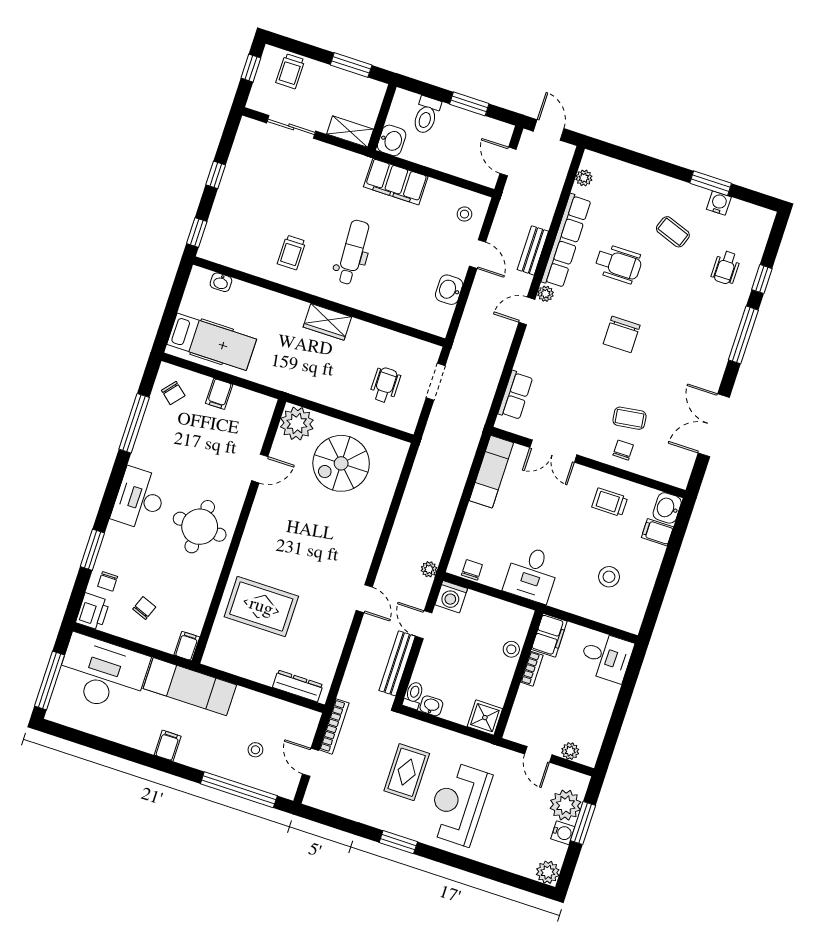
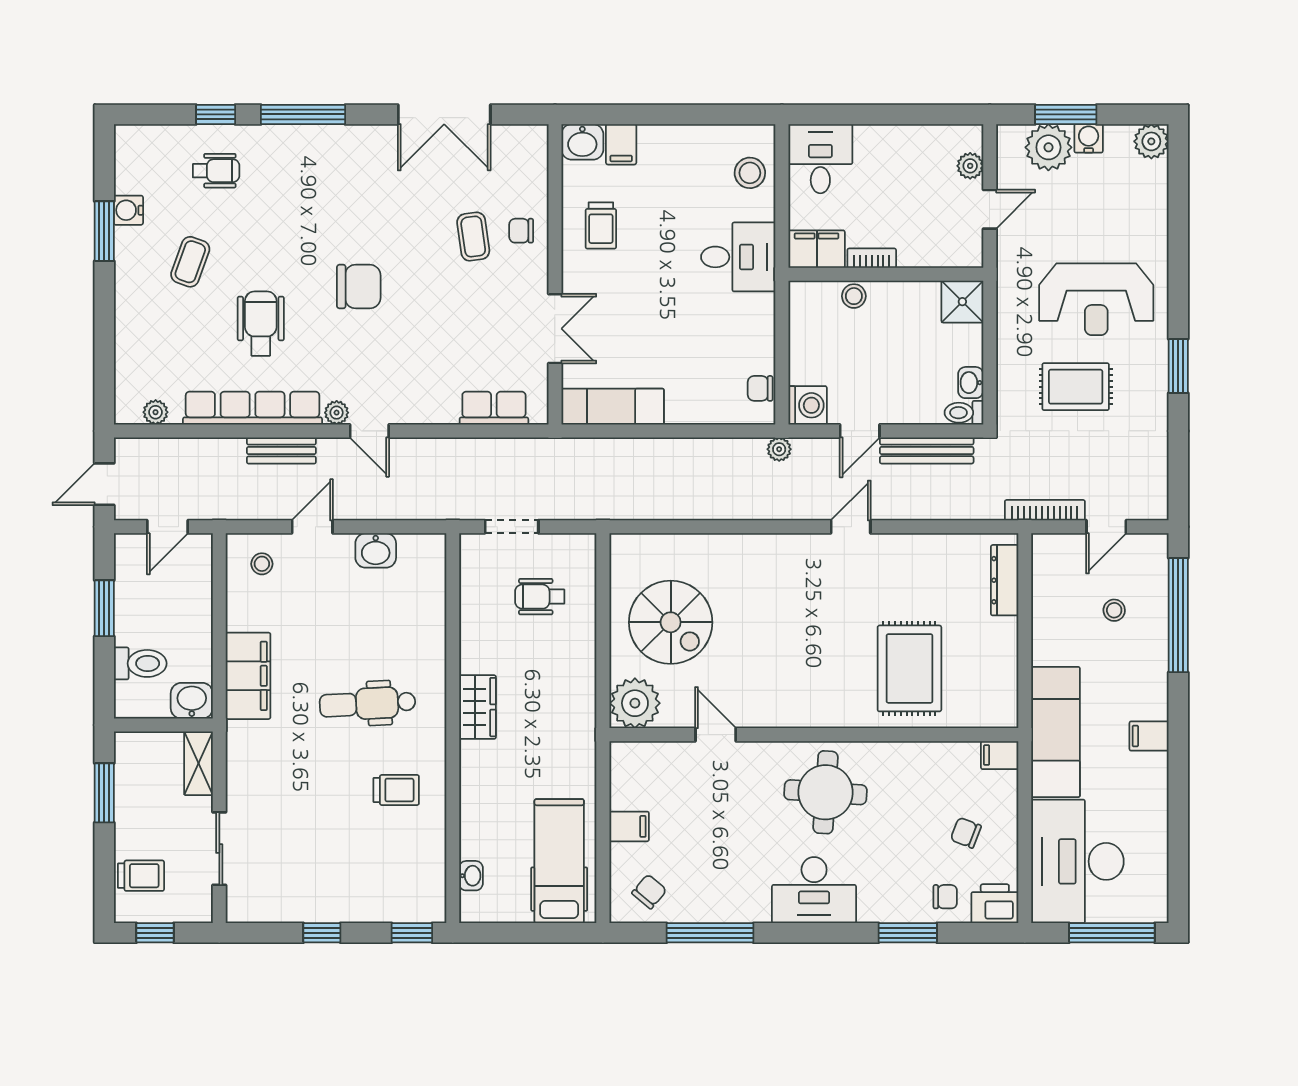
desk: (532, 574) -> (738, 257), moved
stool: (609, 577) -> (750, 173), moved

